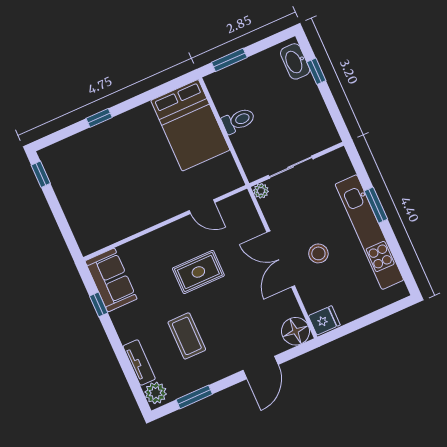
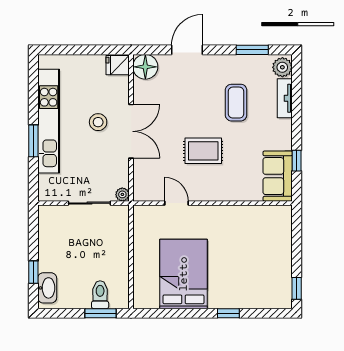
toilet: (238, 120) -> (100, 295), moved, turned 90
bed: (190, 125) -> (184, 274), moved

